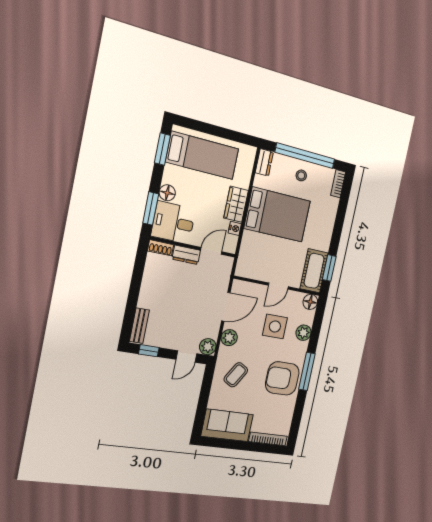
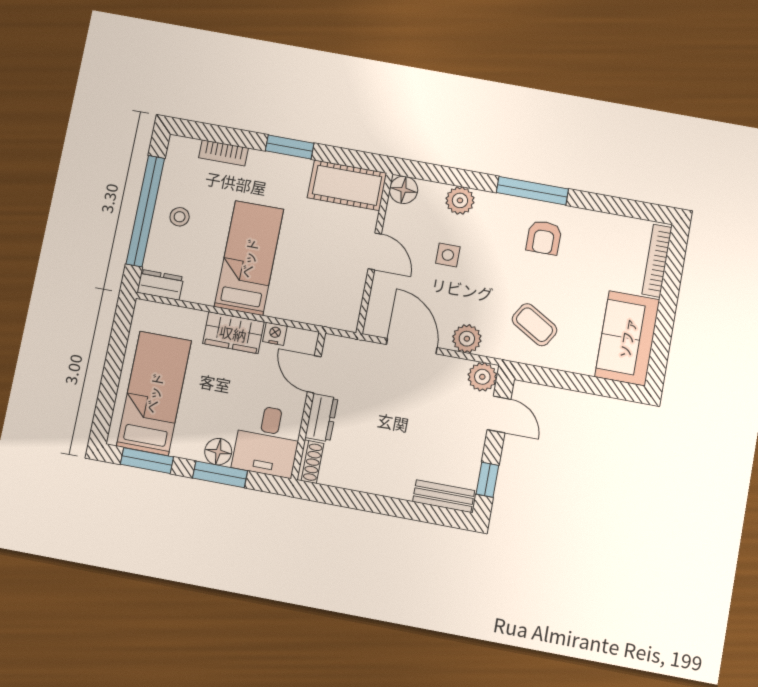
bookcase: (338, 184) -> (223, 153), moved
window: (151, 208) -> (220, 474), moved
bed: (277, 215) -> (249, 258), width x0.67
window: (329, 268) -> (290, 147), moved
side table: (275, 326) -> (448, 255), width x0.54, depth x0.54
armchair: (282, 378) -> (544, 238), width x0.53, depth x0.53

